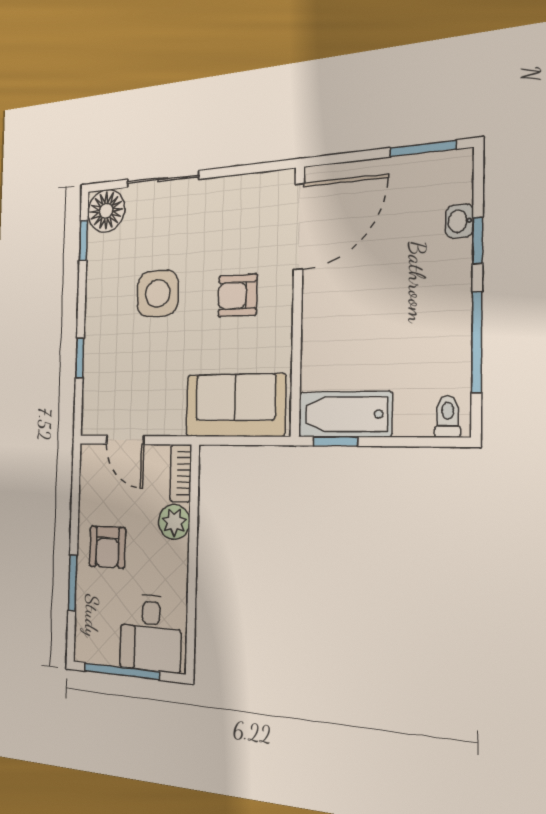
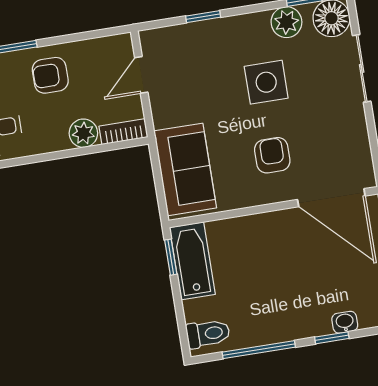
plant: (101, 263) -> (286, 22), added
toilet: (448, 417) -> (208, 334), width x1.37, depth x1.39

